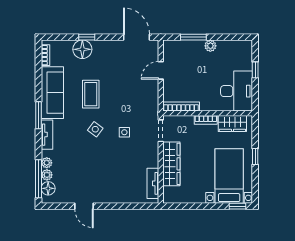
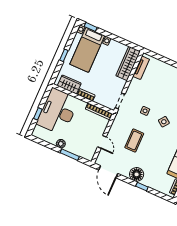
floor lamp: (82, 49) -> (137, 174), moved
door: (161, 70) -> (102, 142), hinge flipped
desk: (236, 91) -> (58, 112), width x1.36, depth x1.30
coffee table: (91, 94) -> (134, 141), moved
wardrobe: (171, 164) -> (128, 64), moved

